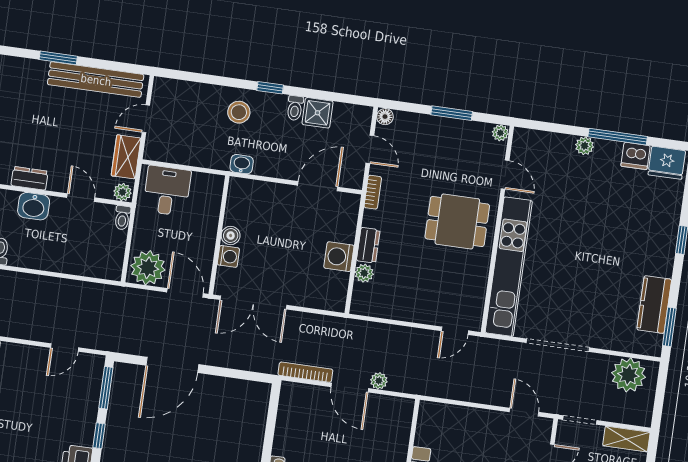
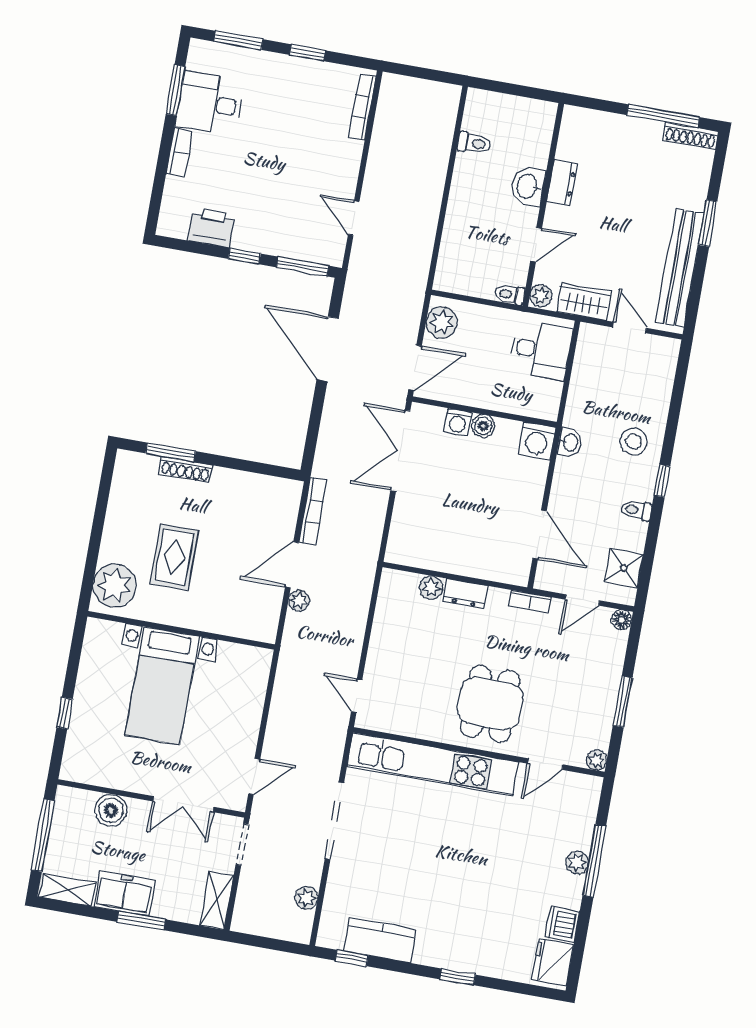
shower: (318, 113) -> (624, 568), moved
window: (618, 137) -> (594, 861), moved
washing machine: (339, 257) -> (537, 441), moved, turned 180
plant: (148, 268) -> (442, 322), width x0.73, depth x0.73
window: (669, 327) -> (352, 958), width x0.67
plant: (628, 375) -> (306, 898), width x0.53, depth x0.53

